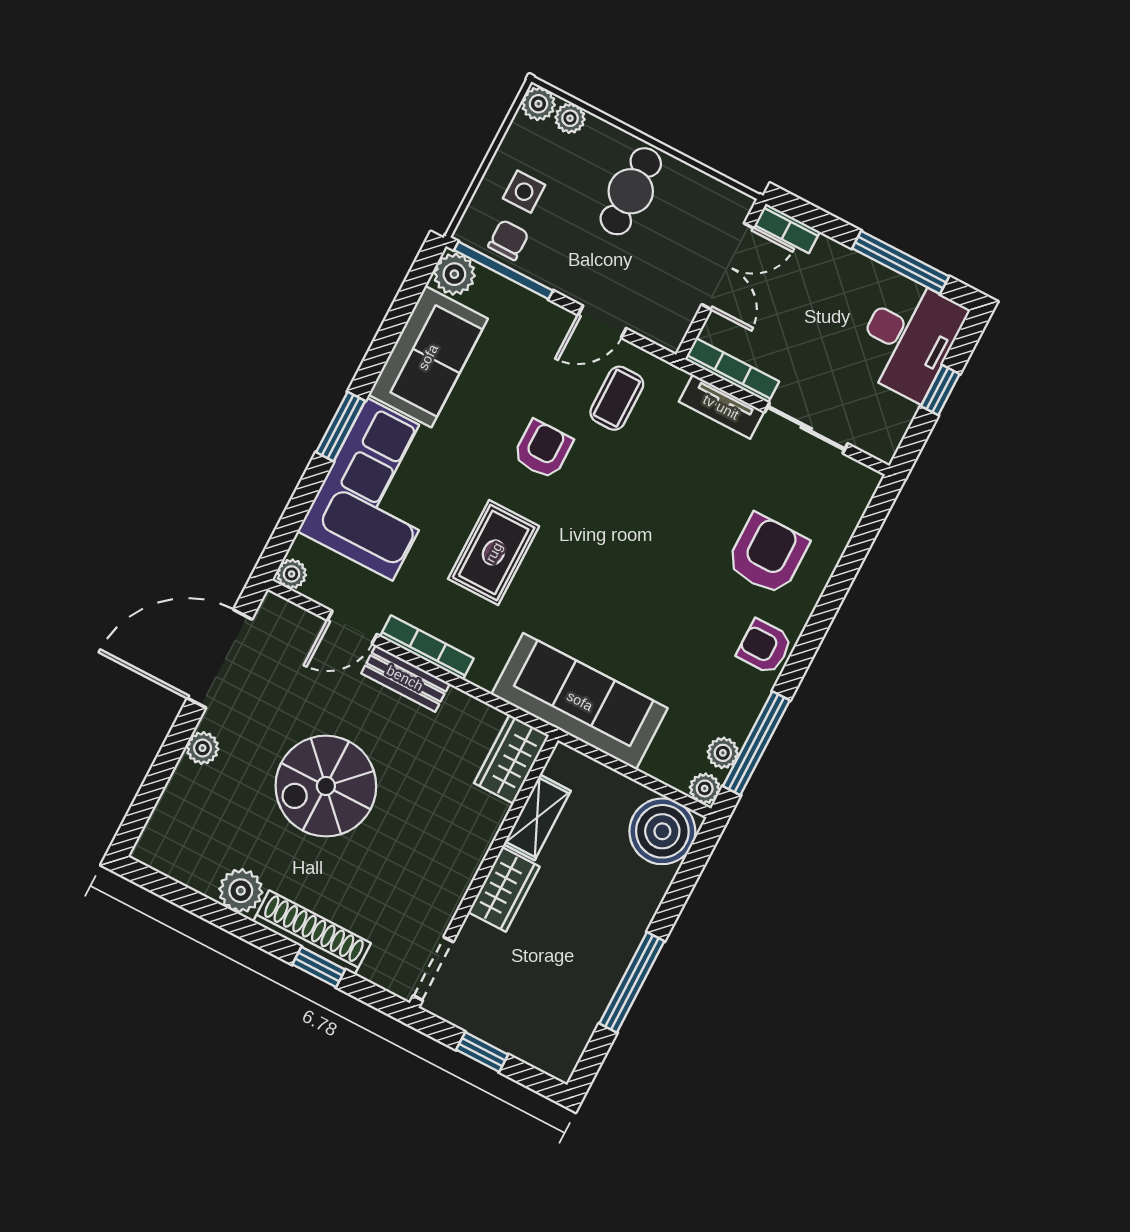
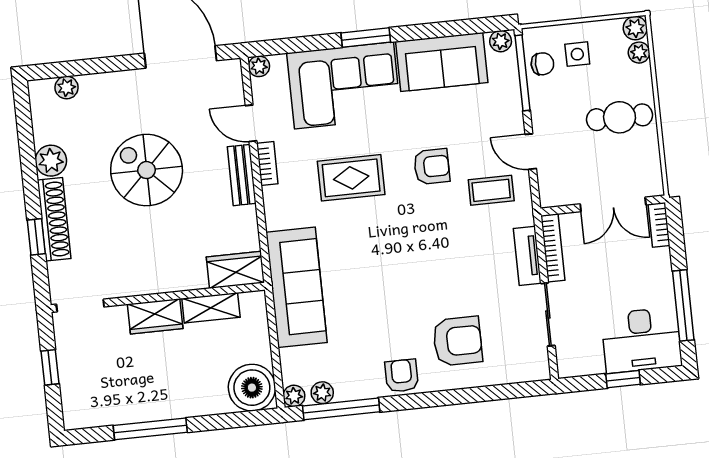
plant: (454, 274) -> (501, 41), width x0.73, depth x0.73
bookcase: (427, 647) -> (267, 164), width x0.64
plant: (203, 748) -> (67, 88), moved

